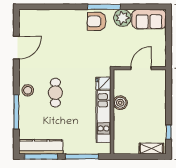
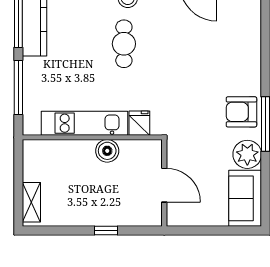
armchair: (97, 21) -> (241, 112), turned -90
cafe table: (55, 93) -> (124, 44), turned 90
window: (169, 132) -> (106, 231), moved

